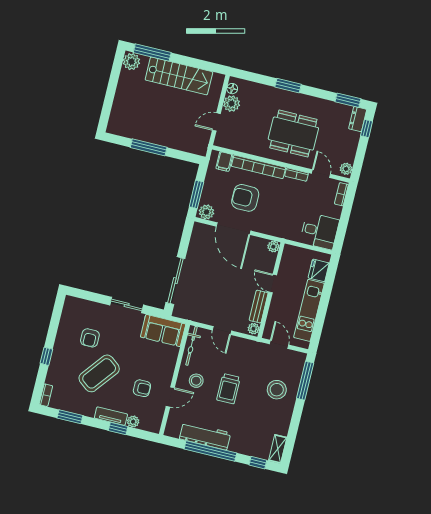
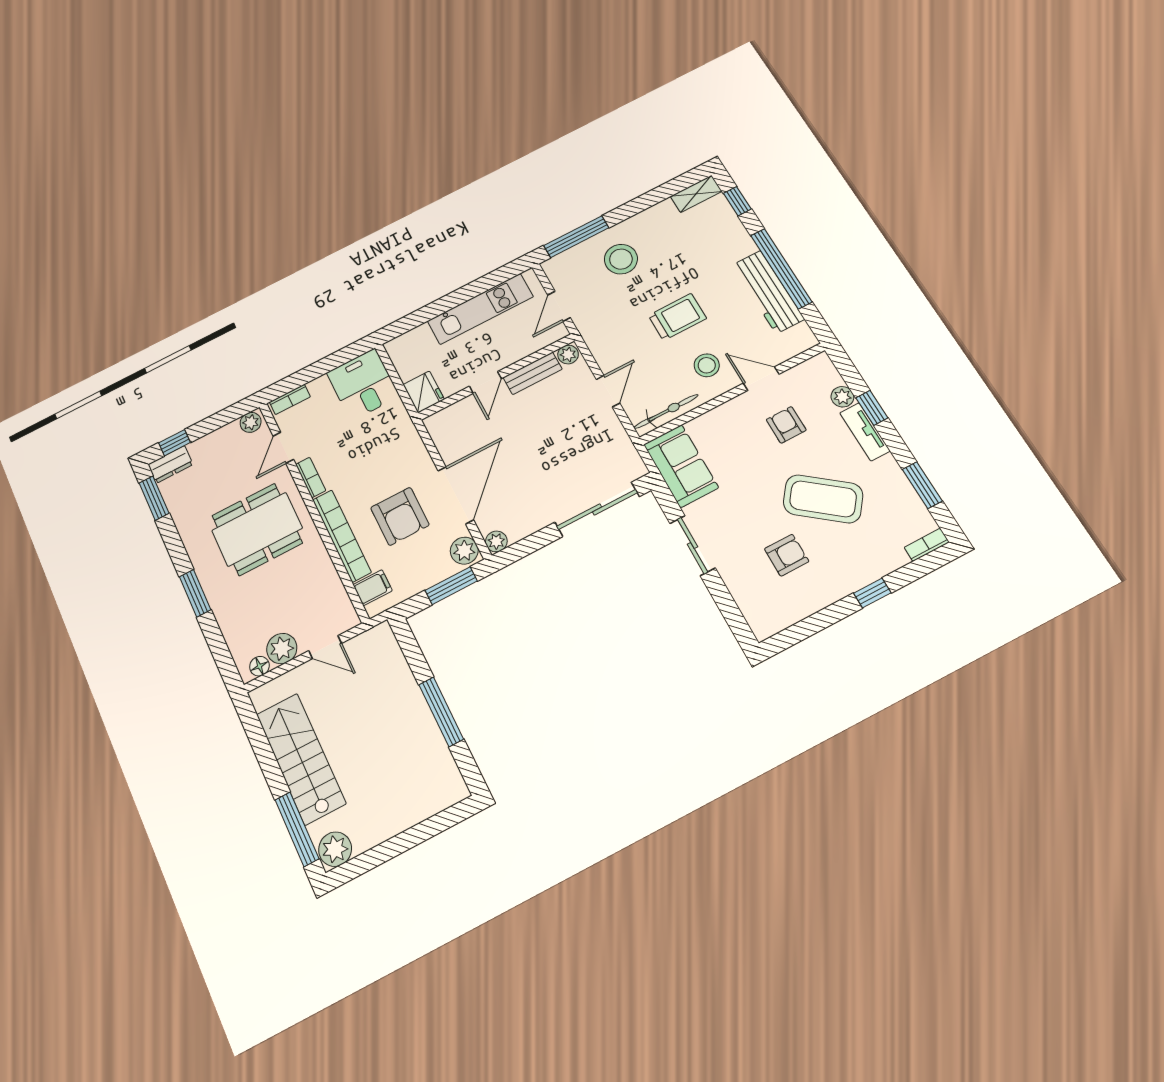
dining table: (293, 134) -> (257, 529), turned 90
plant: (273, 247) -> (496, 541), moved
fridge: (319, 270) -> (424, 392), moved, turned -90

